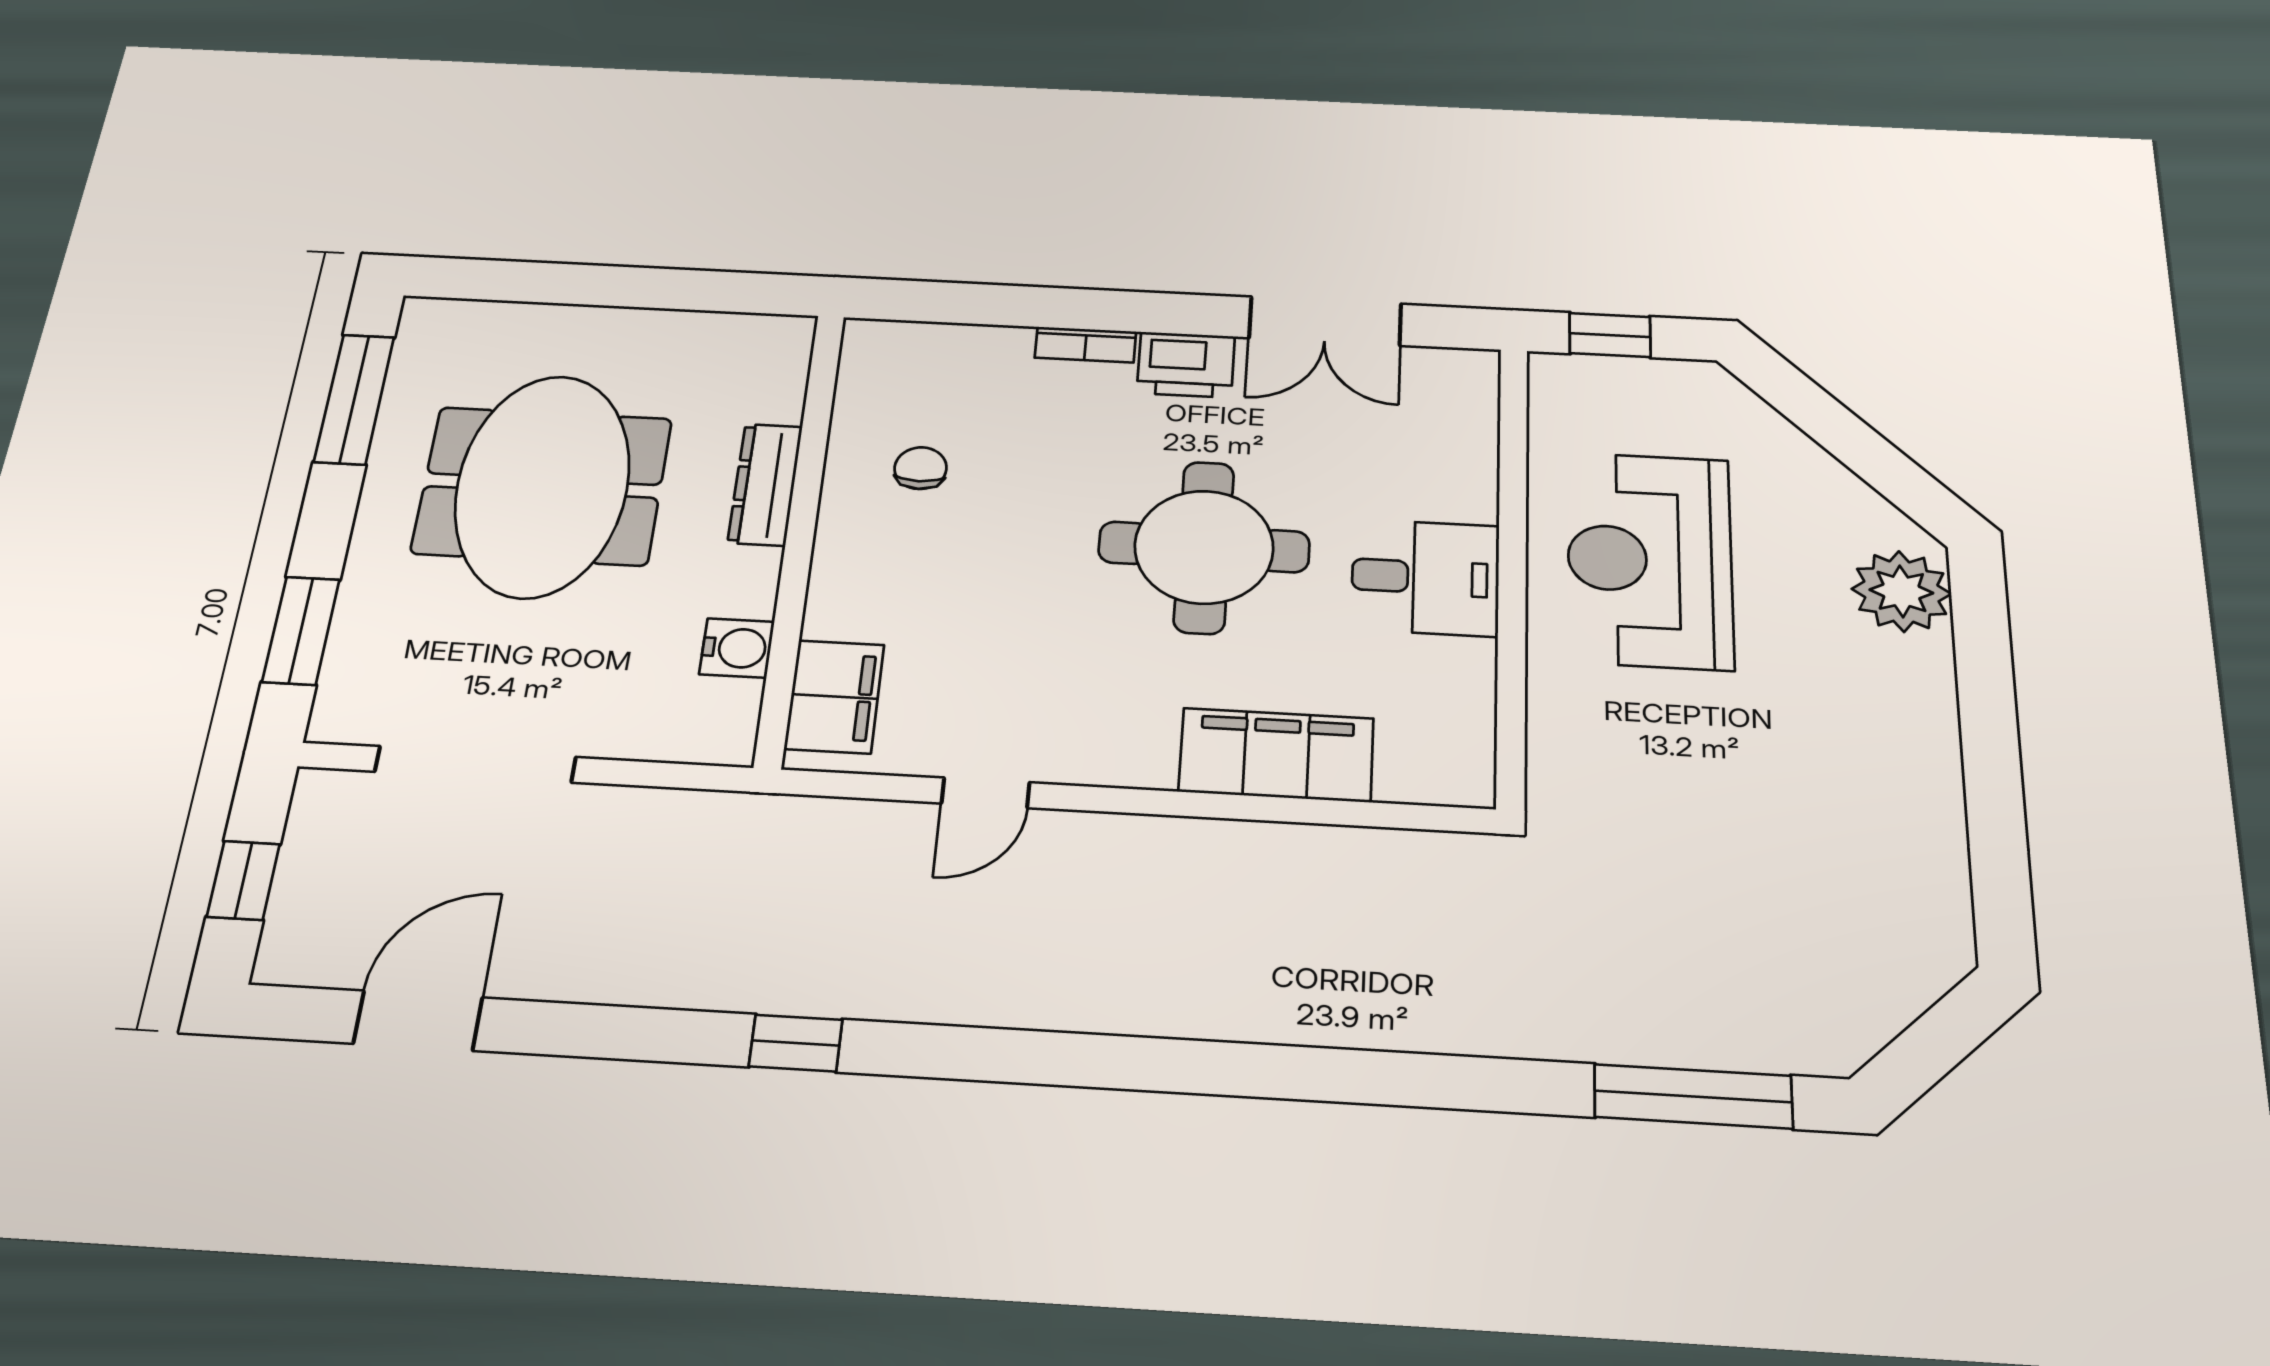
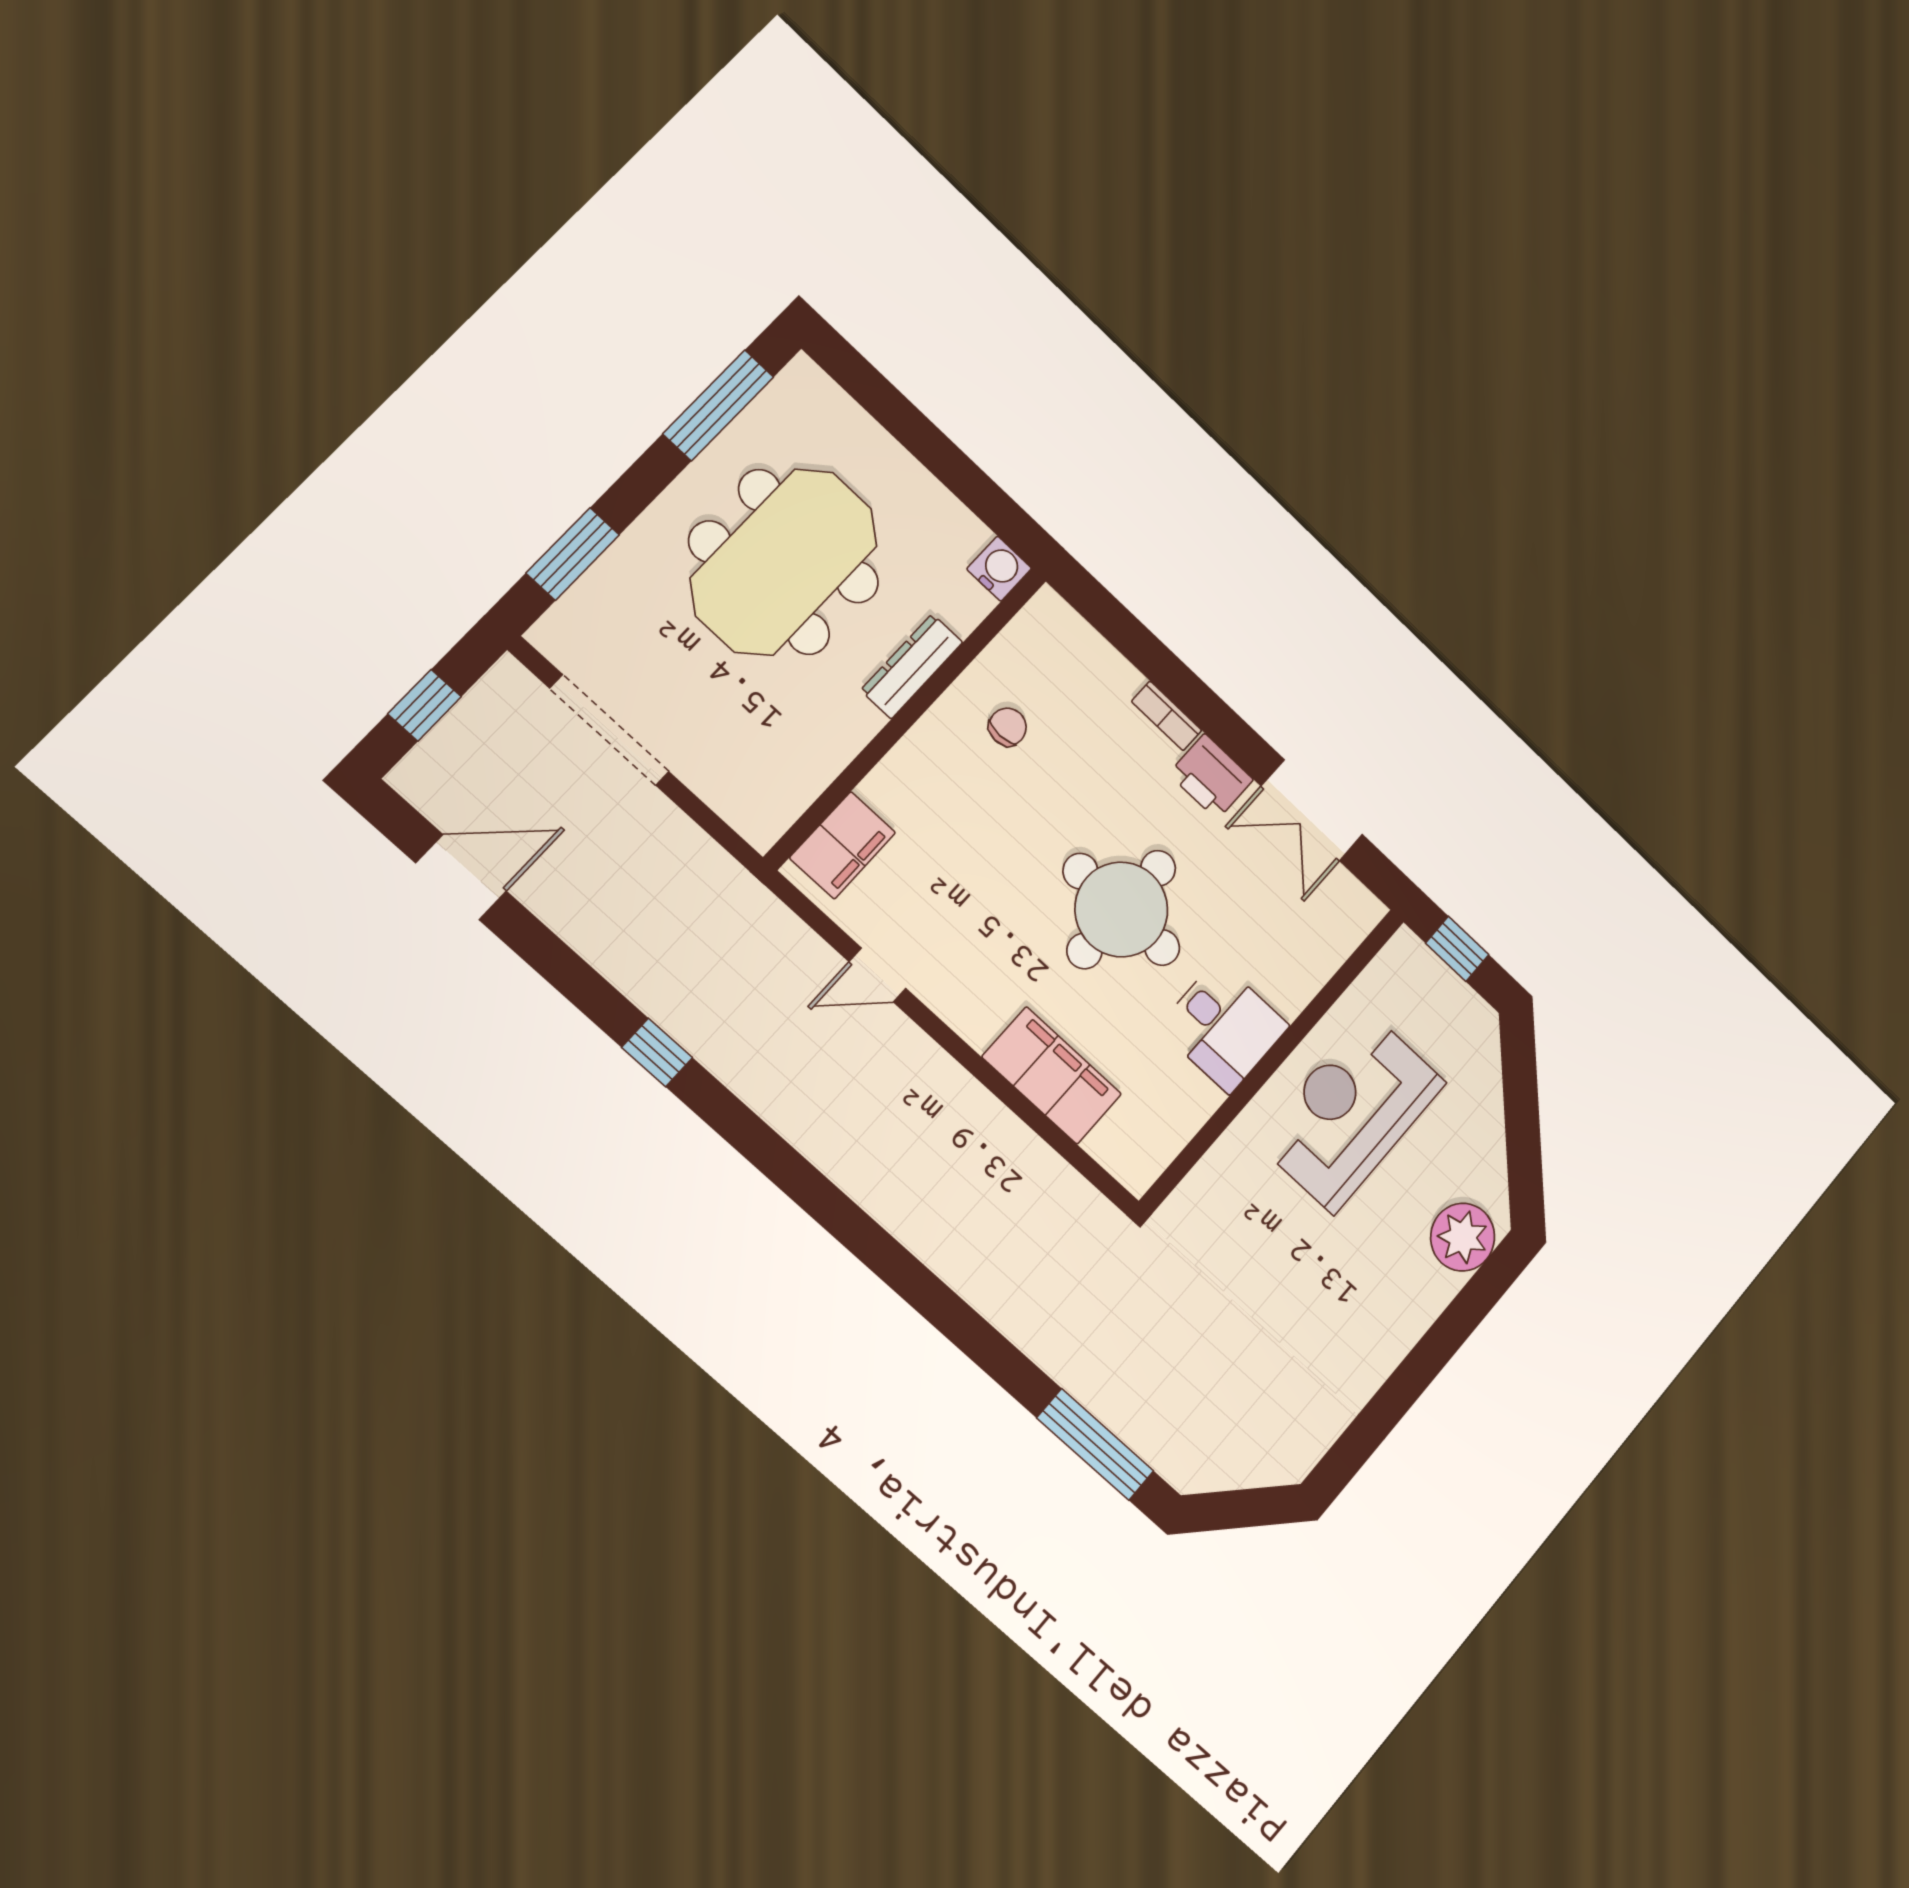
water cooler: (737, 648) -> (999, 569), moved, turned -90

